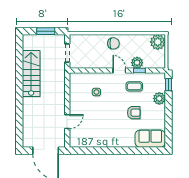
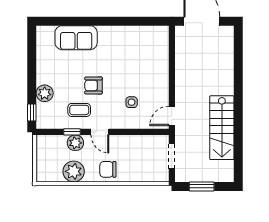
plant: (158, 42) -> (74, 171), moved
armchair: (134, 113) -> (93, 85), moved
door: (67, 122) -> (172, 116), moved
sofa: (150, 139) -> (76, 38), moved

